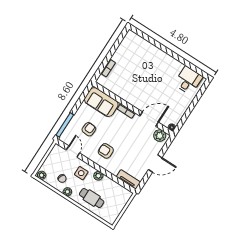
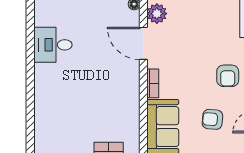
desk: (188, 80) -> (53, 45), moved

